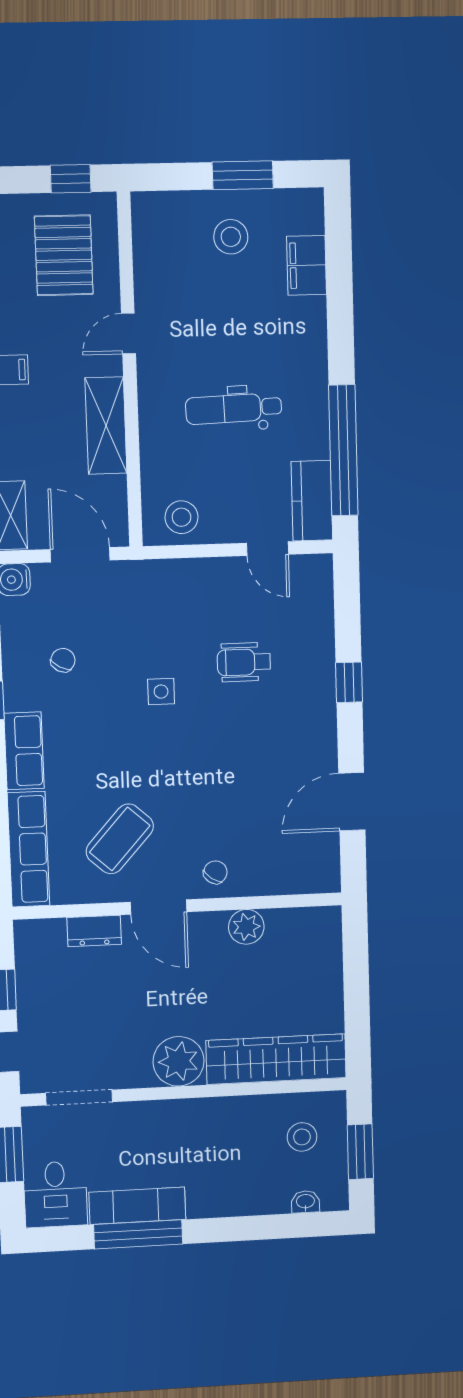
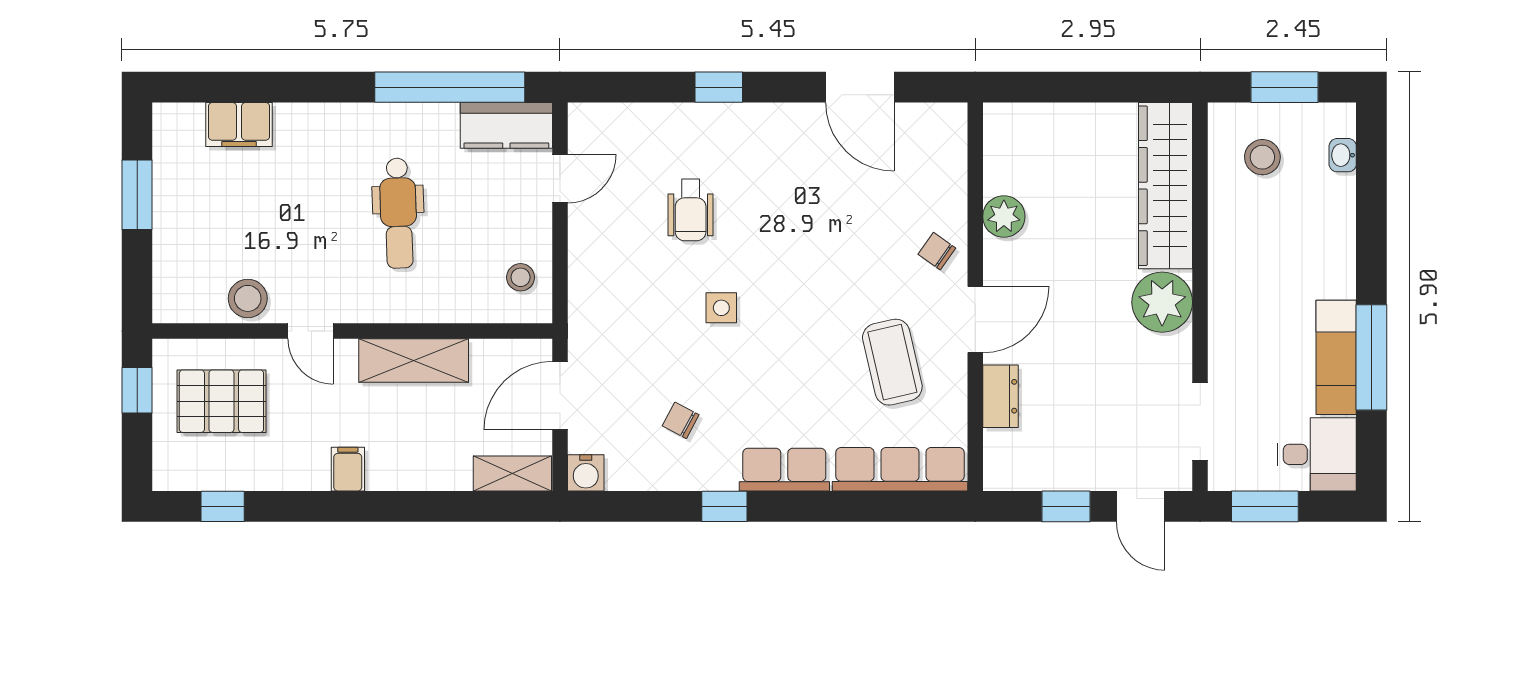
stool: (231, 237) -> (248, 298), moved
stool: (182, 517) -> (521, 277), width x0.73, depth x0.73
coffee table: (120, 839) -> (892, 362), turned 35

